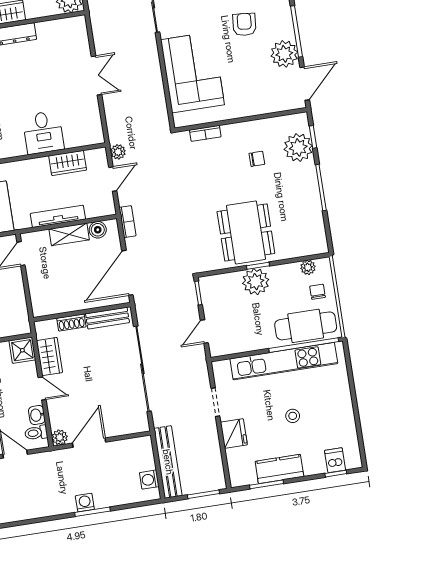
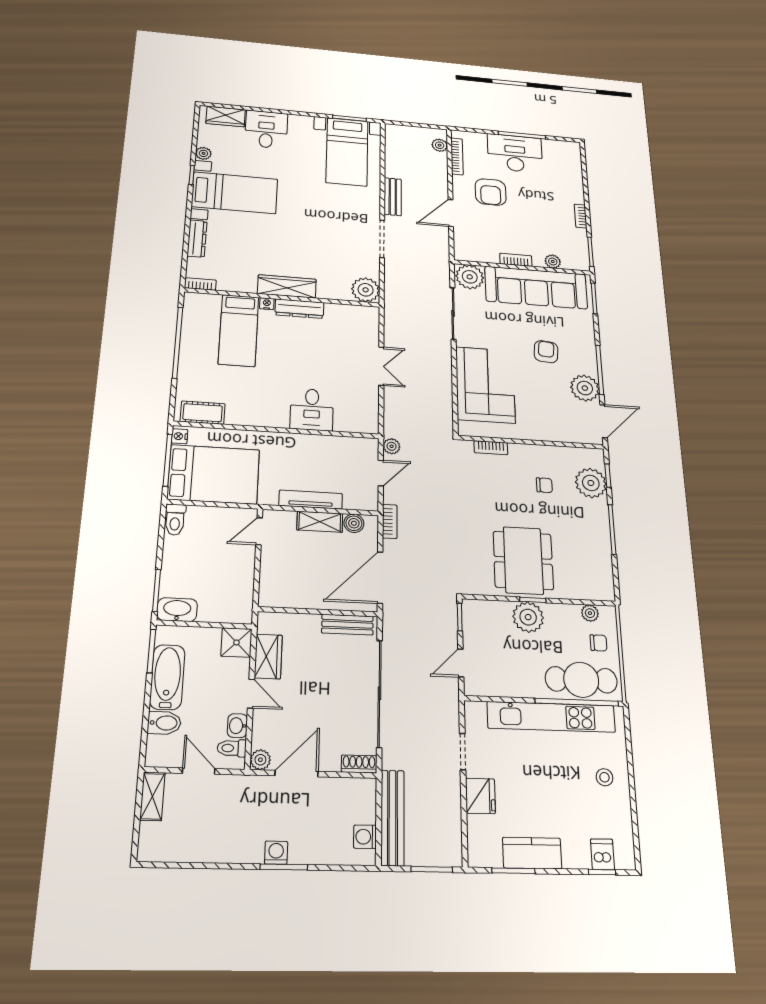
wardrobe: (68, 163) -> (333, 446), removed
chair: (318, 292) -> (599, 643), turned 90
shoe rack: (71, 322) -> (359, 764), moved, turned 180
stool: (293, 416) -> (604, 777), moved

